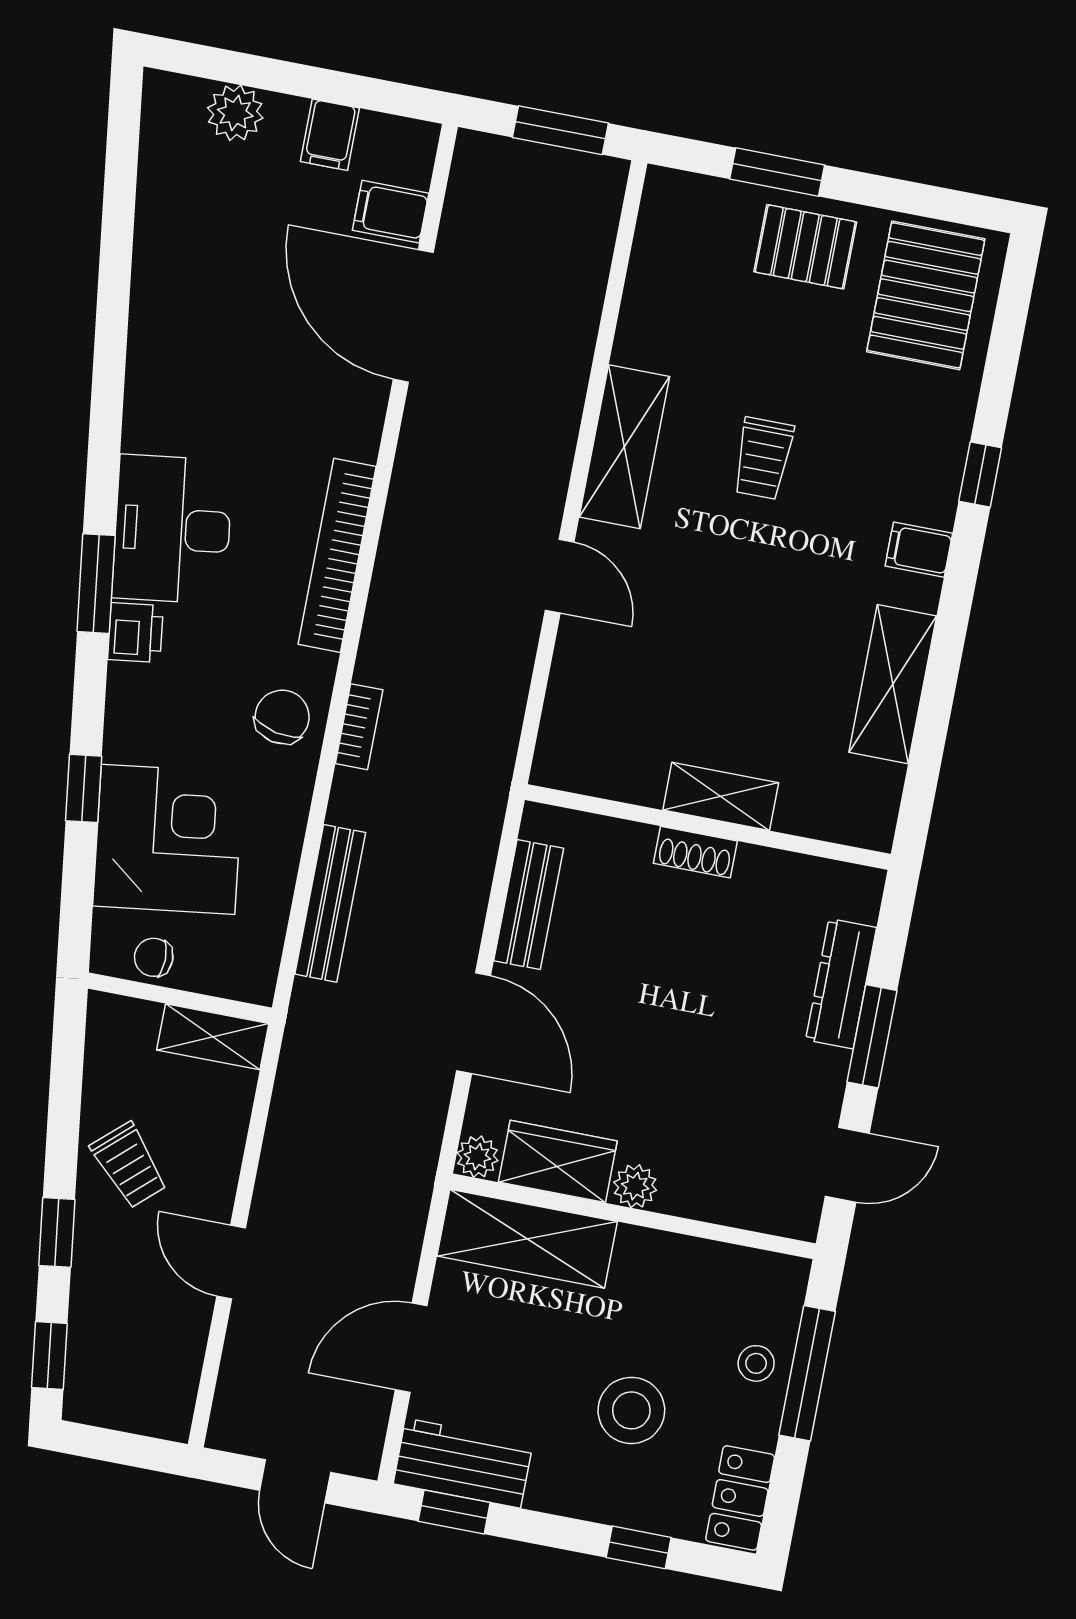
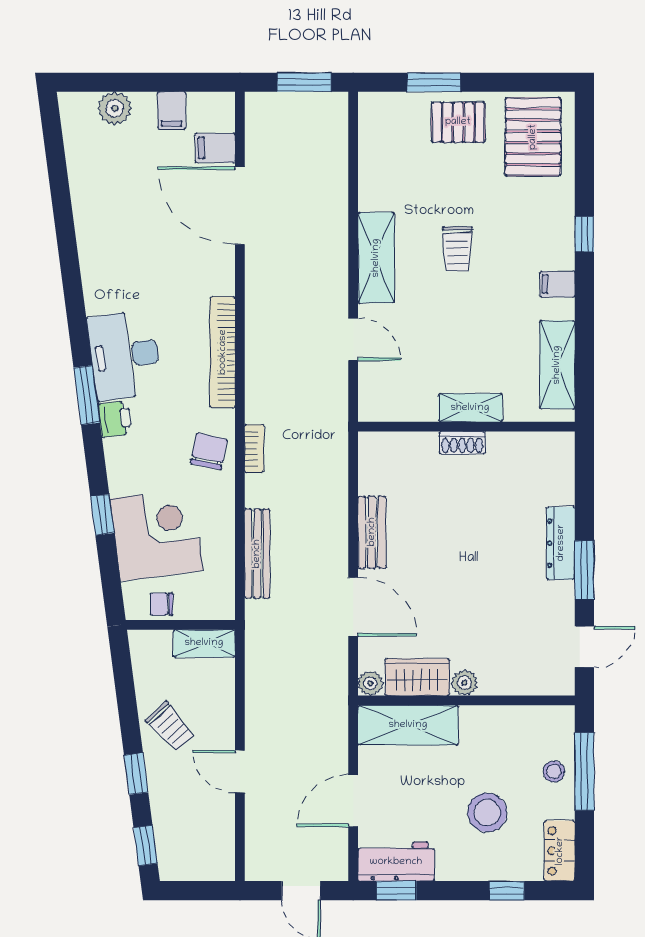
shelving: (721, 796) -> (470, 408), moved
wall: (708, 827) -> (466, 427), moved
shoe rack: (695, 852) -> (462, 443), moved

